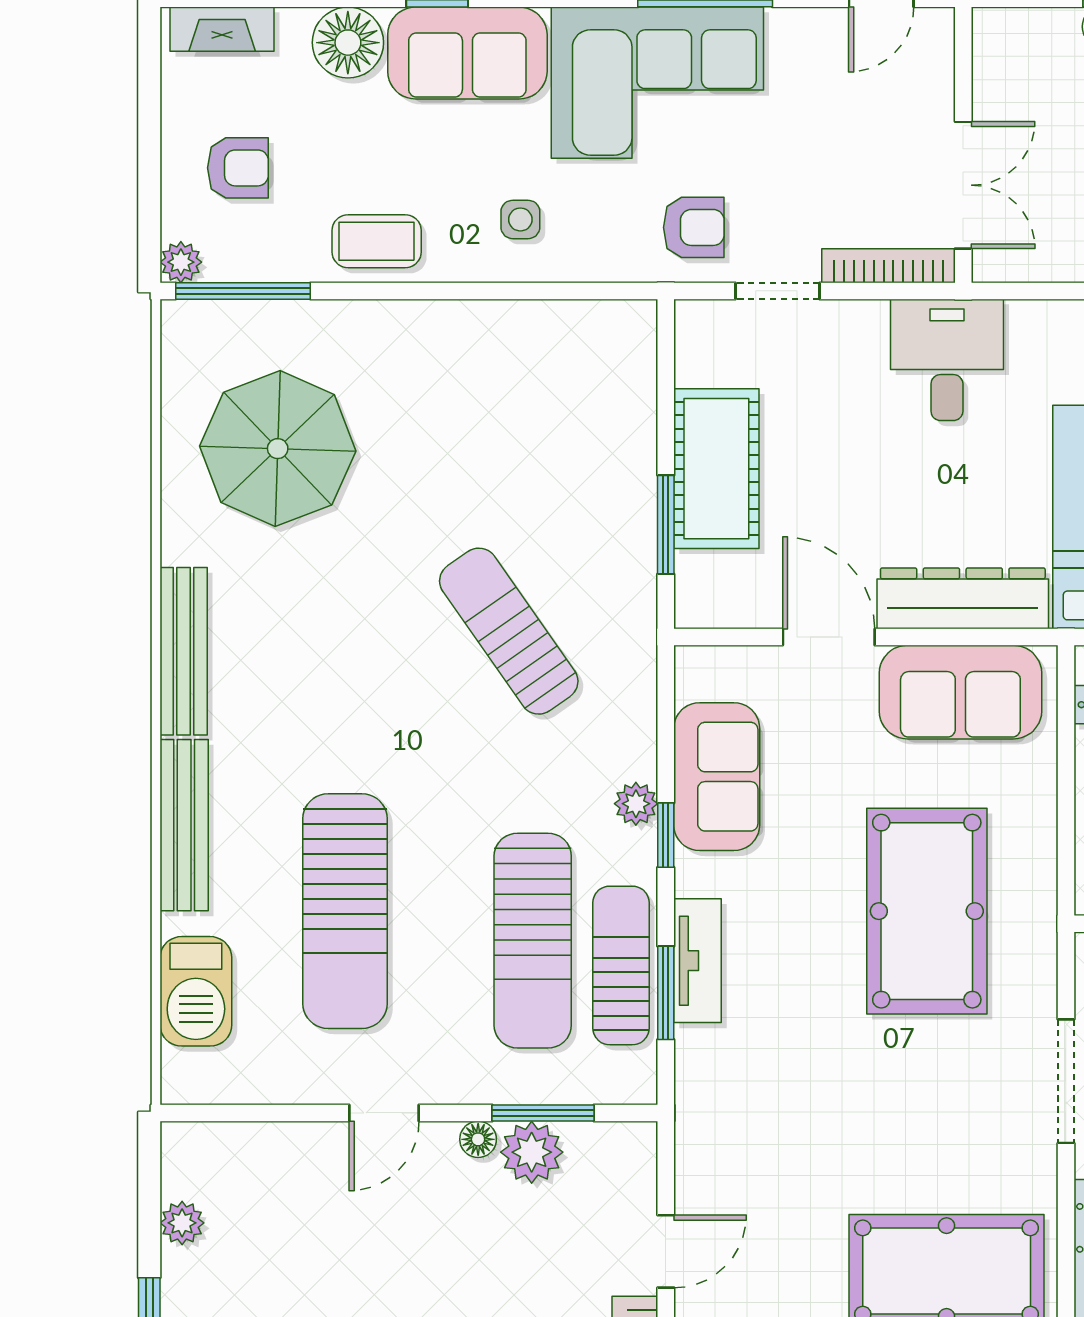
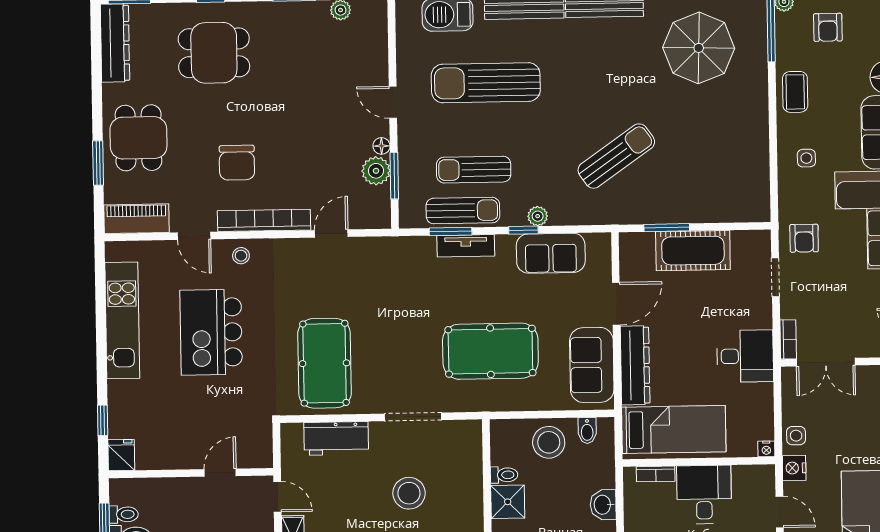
bookcase: (889, 266) -> (788, 339), width x0.64
sun lounger: (533, 941) -> (474, 170), width x0.73, depth x0.75
door: (666, 1251) -> (331, 233), swing flipped

